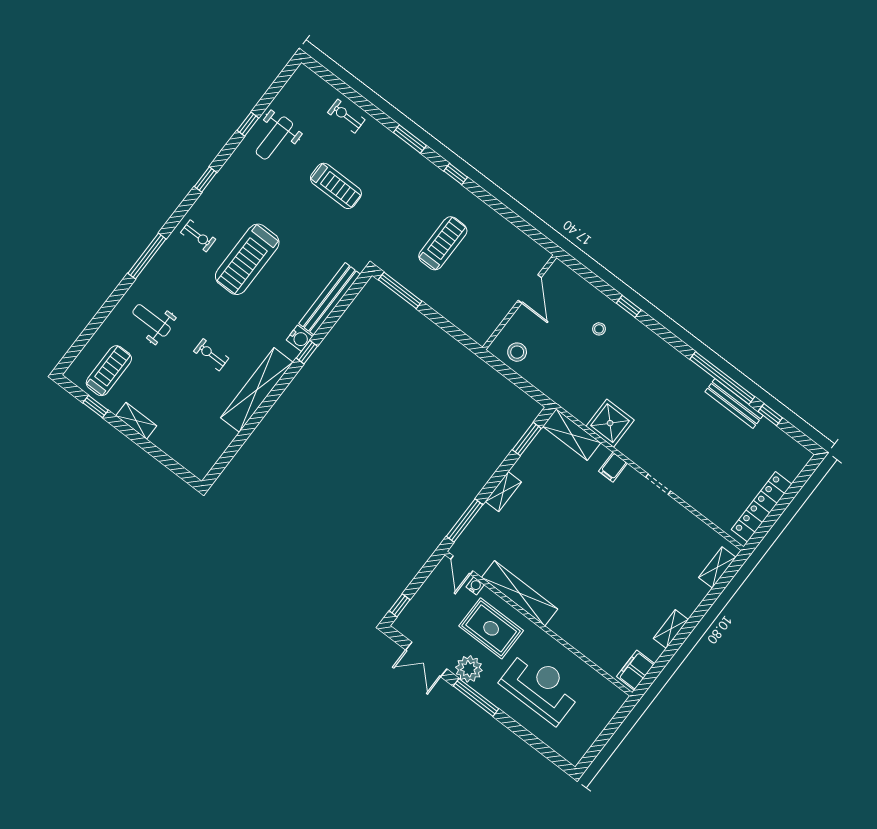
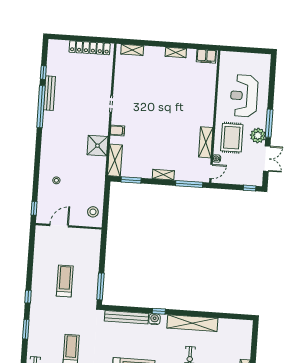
treadmill: (443, 243) -> (65, 281), turned 90
window: (629, 306) -> (34, 208), moved
shelving: (520, 593) -> (206, 142), width x0.68

